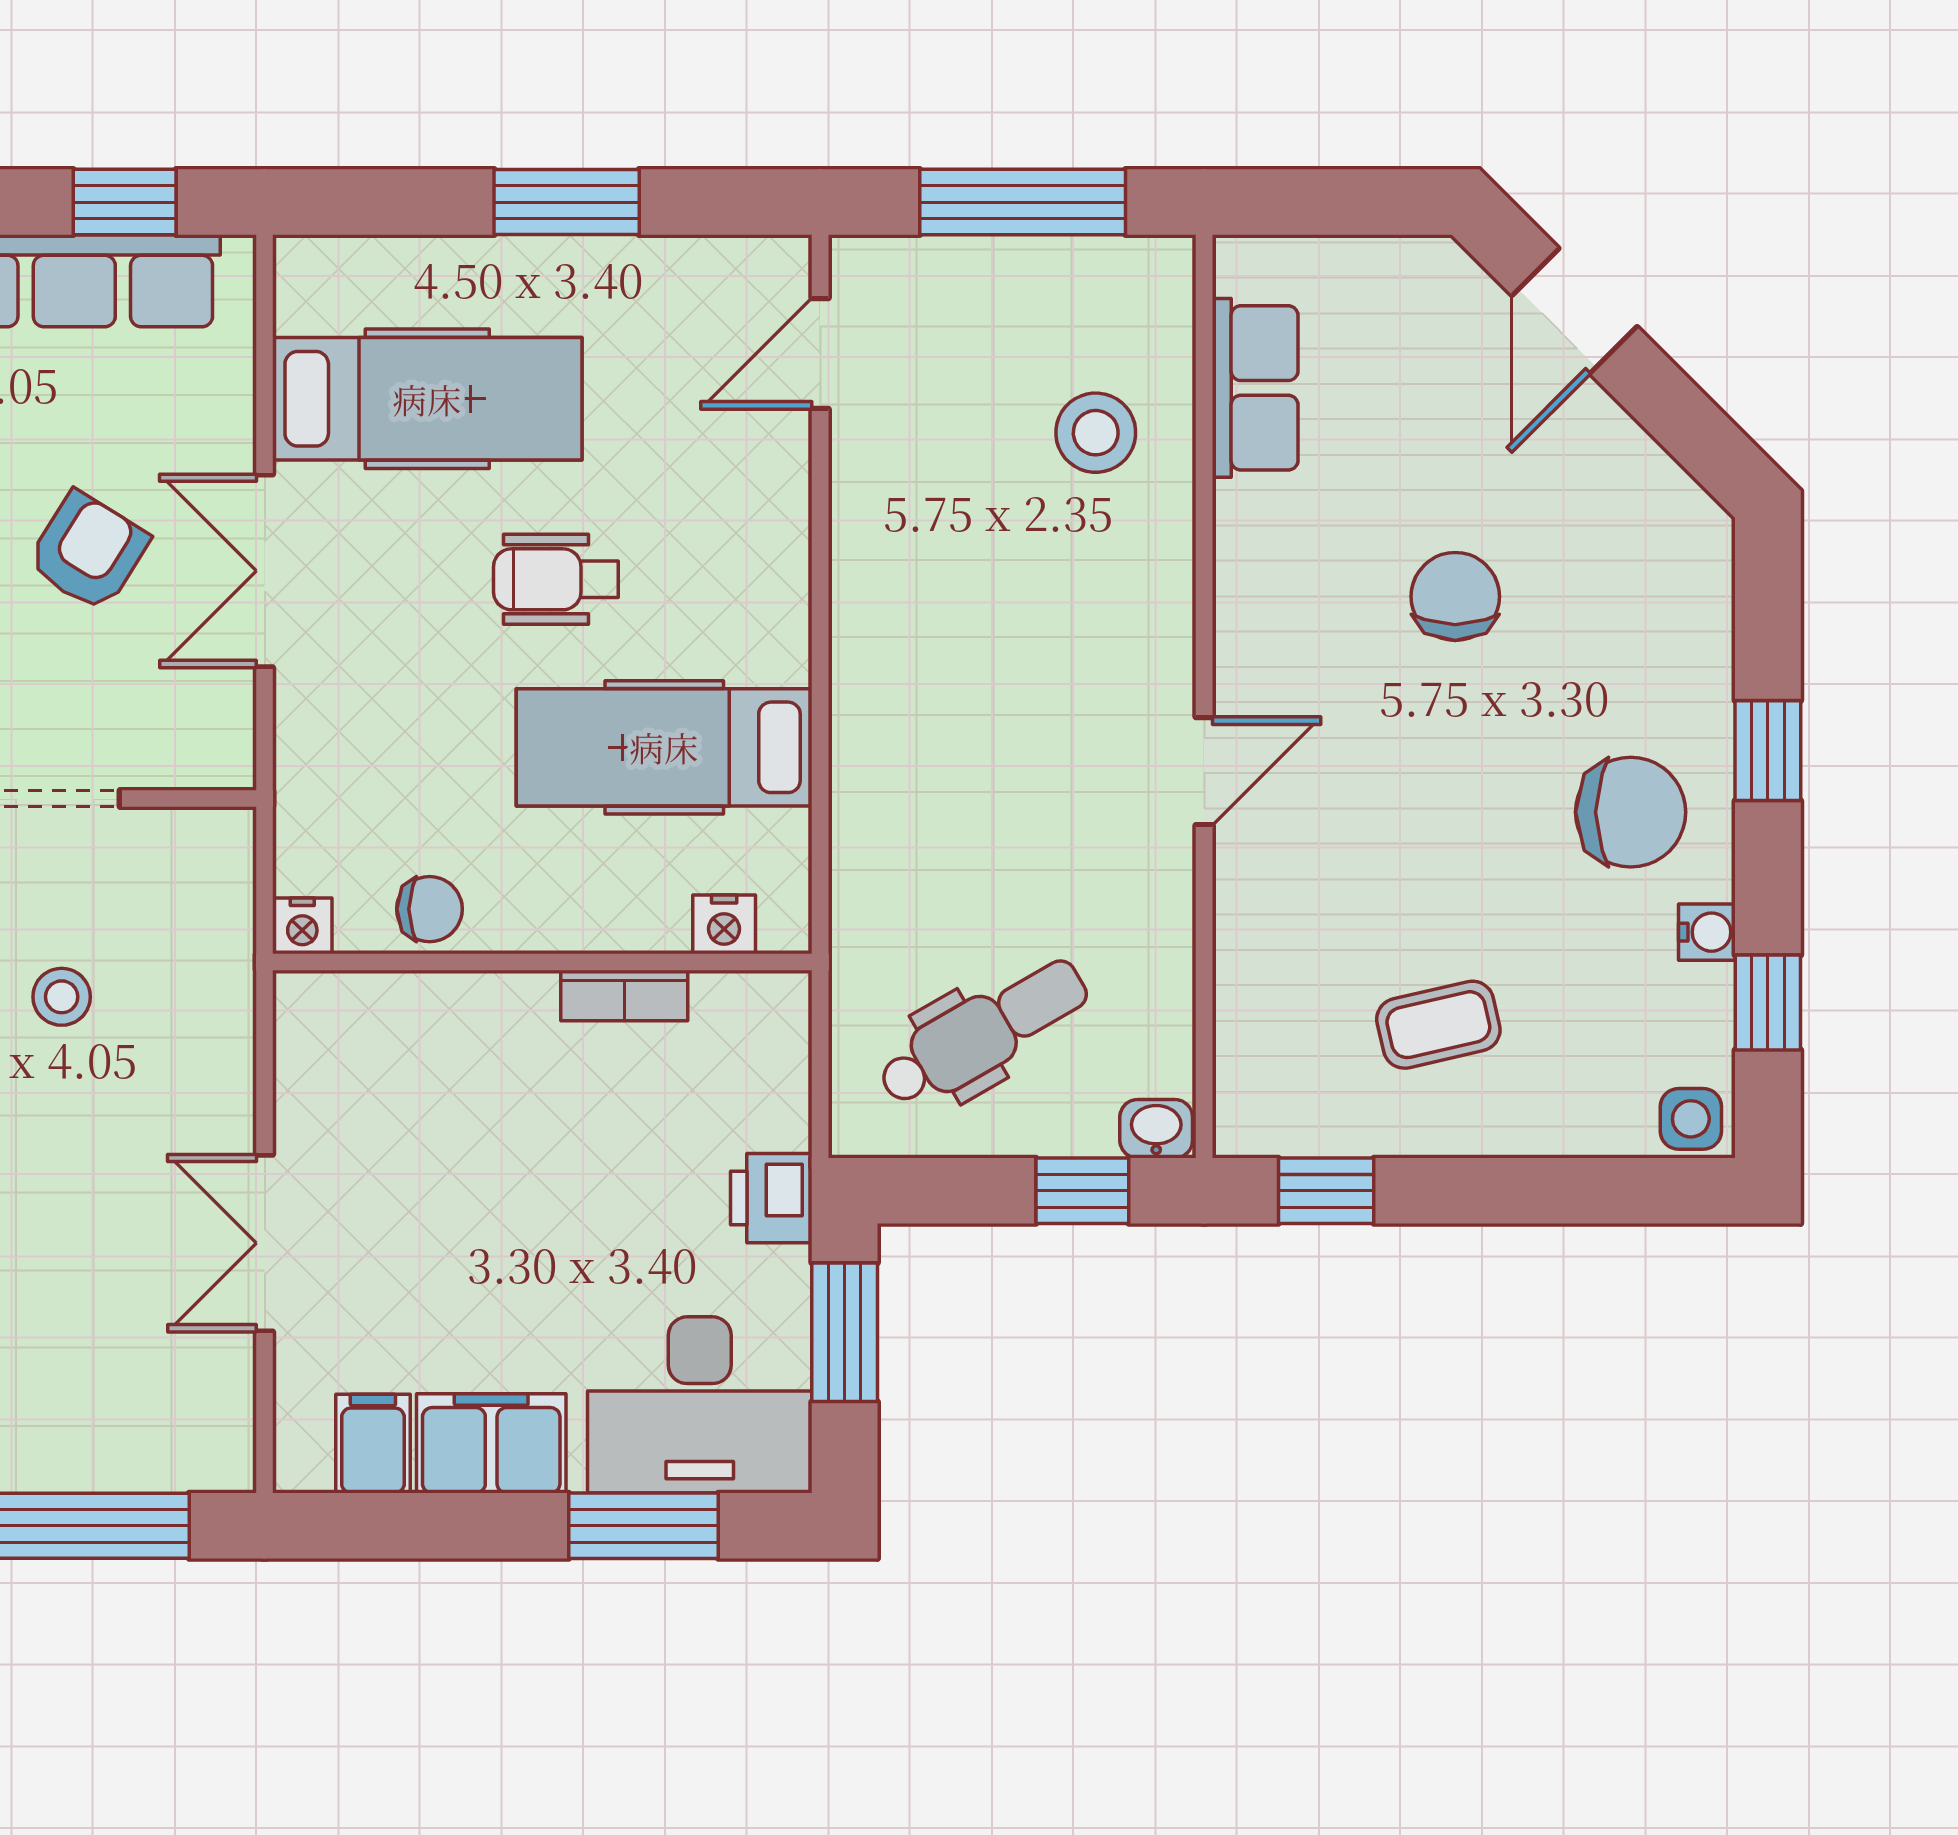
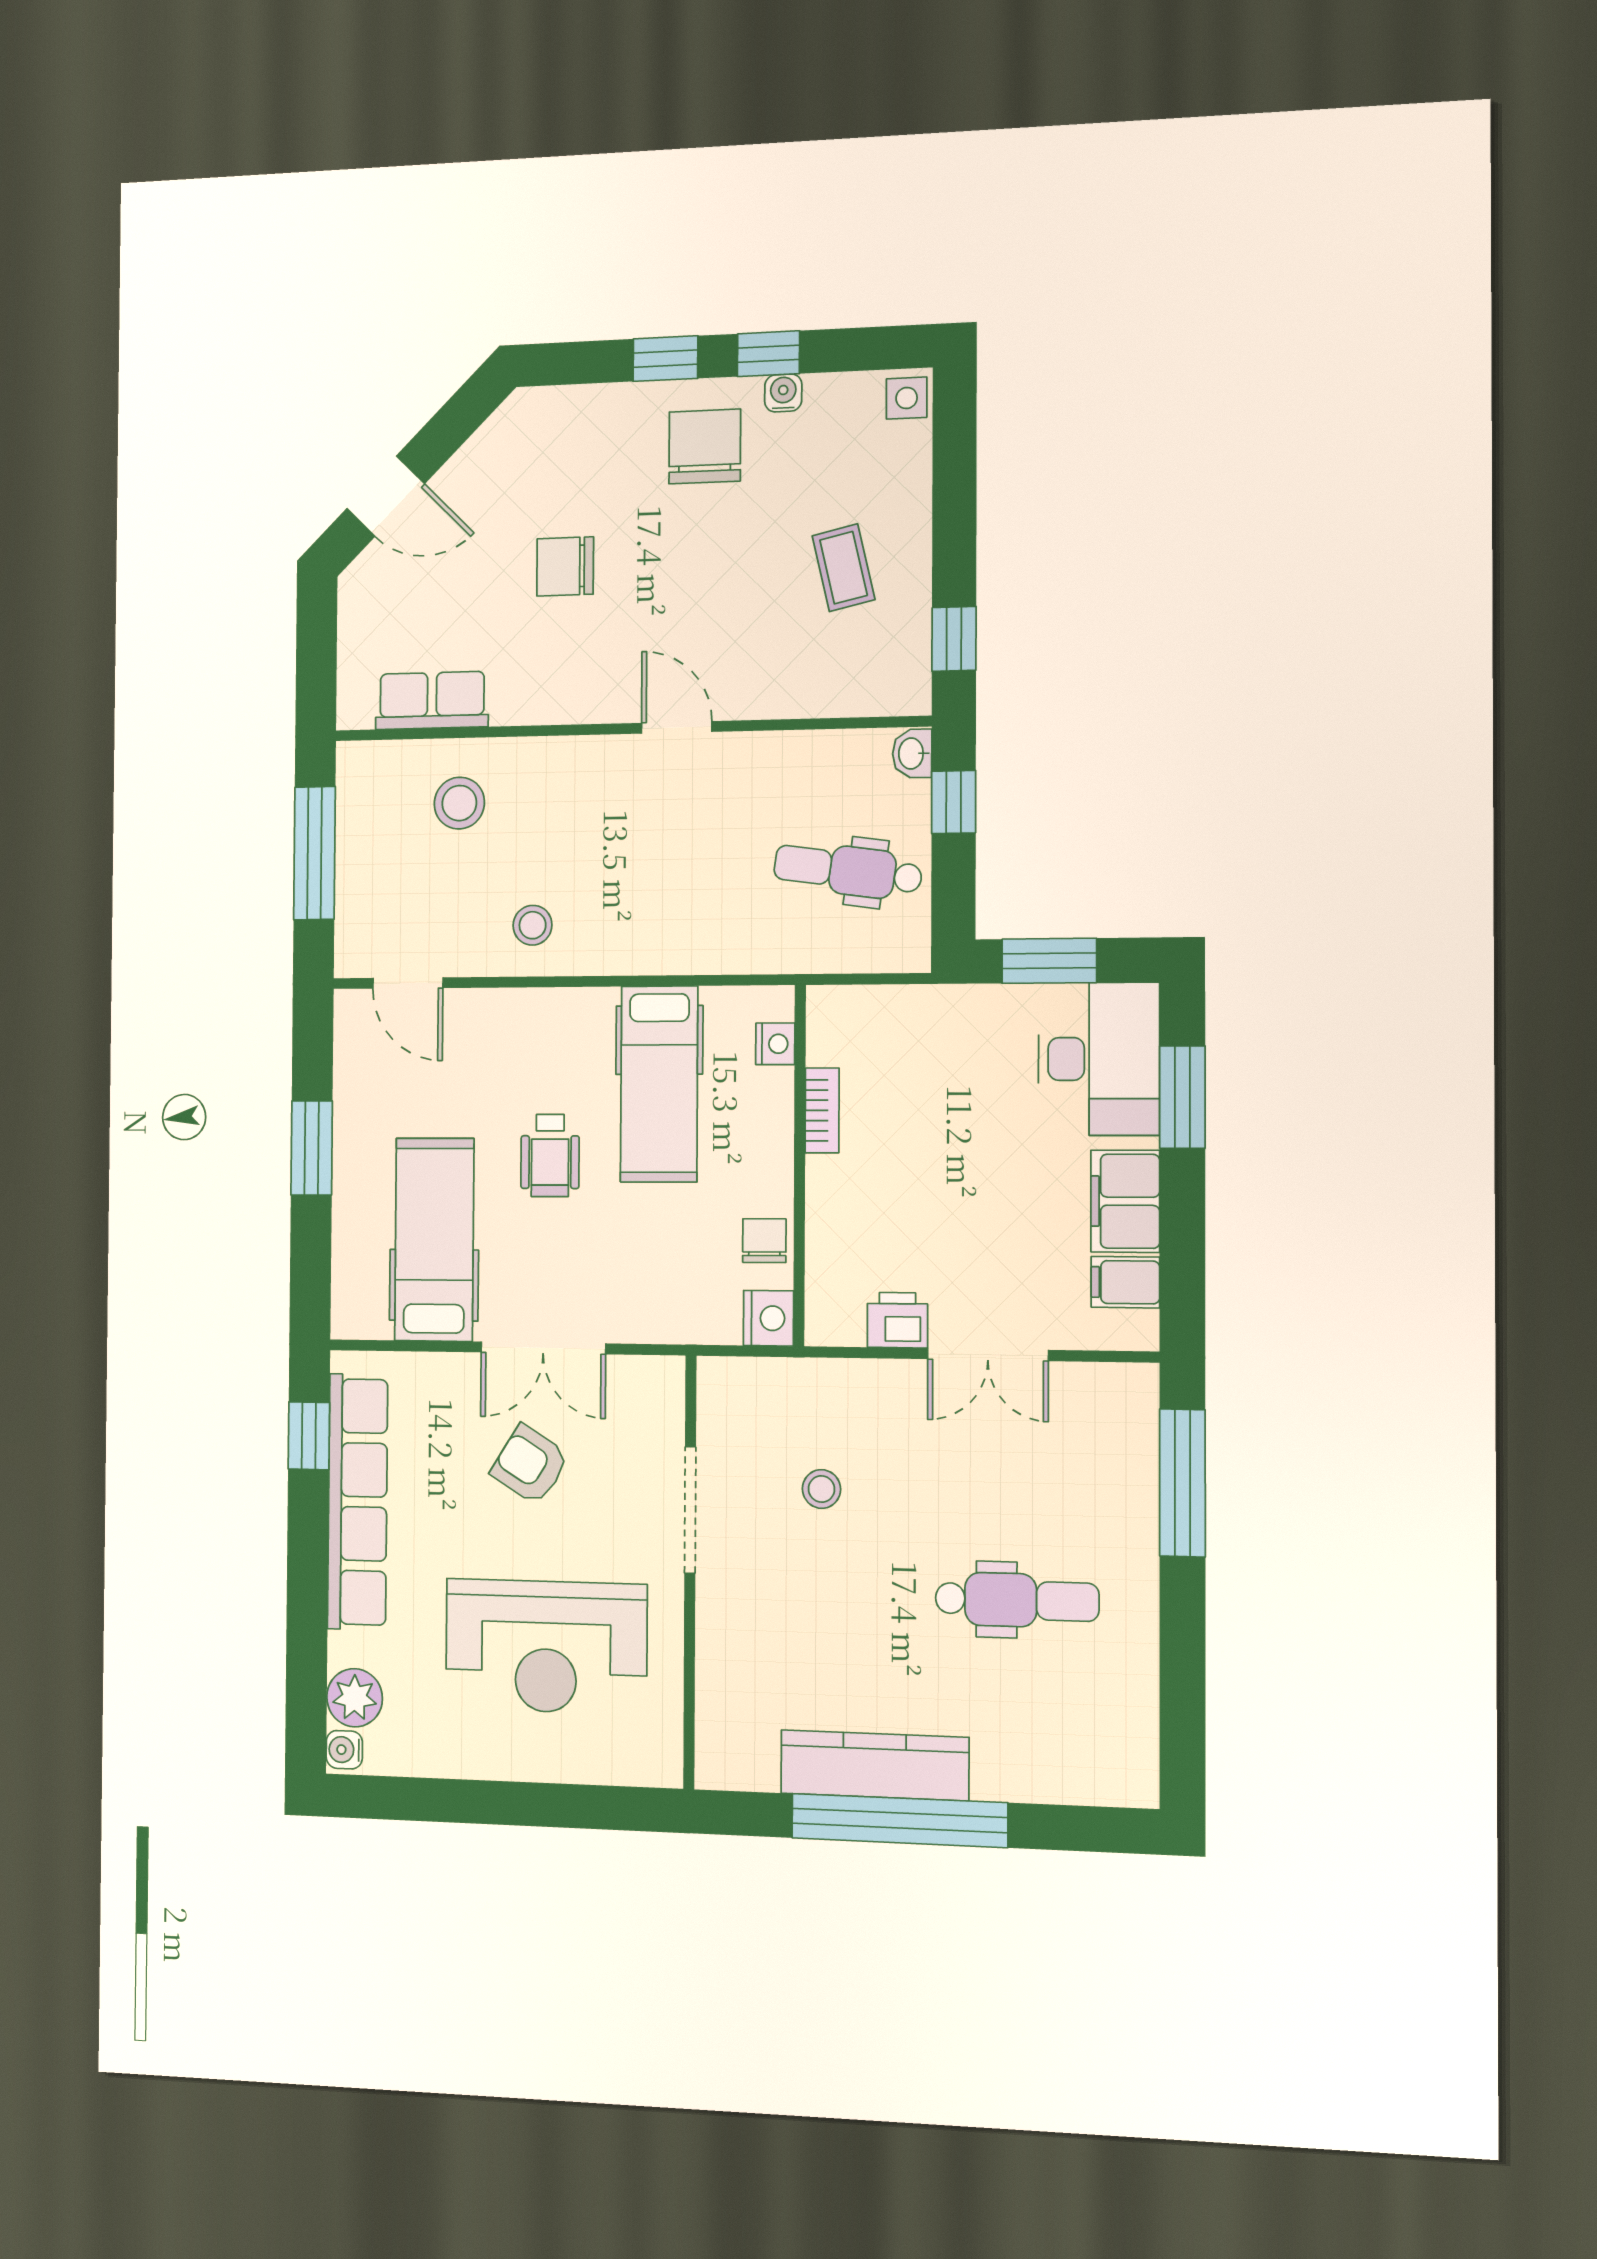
stool: (907, 549) -> (533, 925), added
nightstand: (302, 926) -> (768, 1318), width x1.39, depth x1.35
window: (1768, 1002) -> (768, 354), moved
dental chair: (983, 1033) -> (848, 870), turned -52
printer: (771, 1198) -> (897, 1320), moved, turned 180

